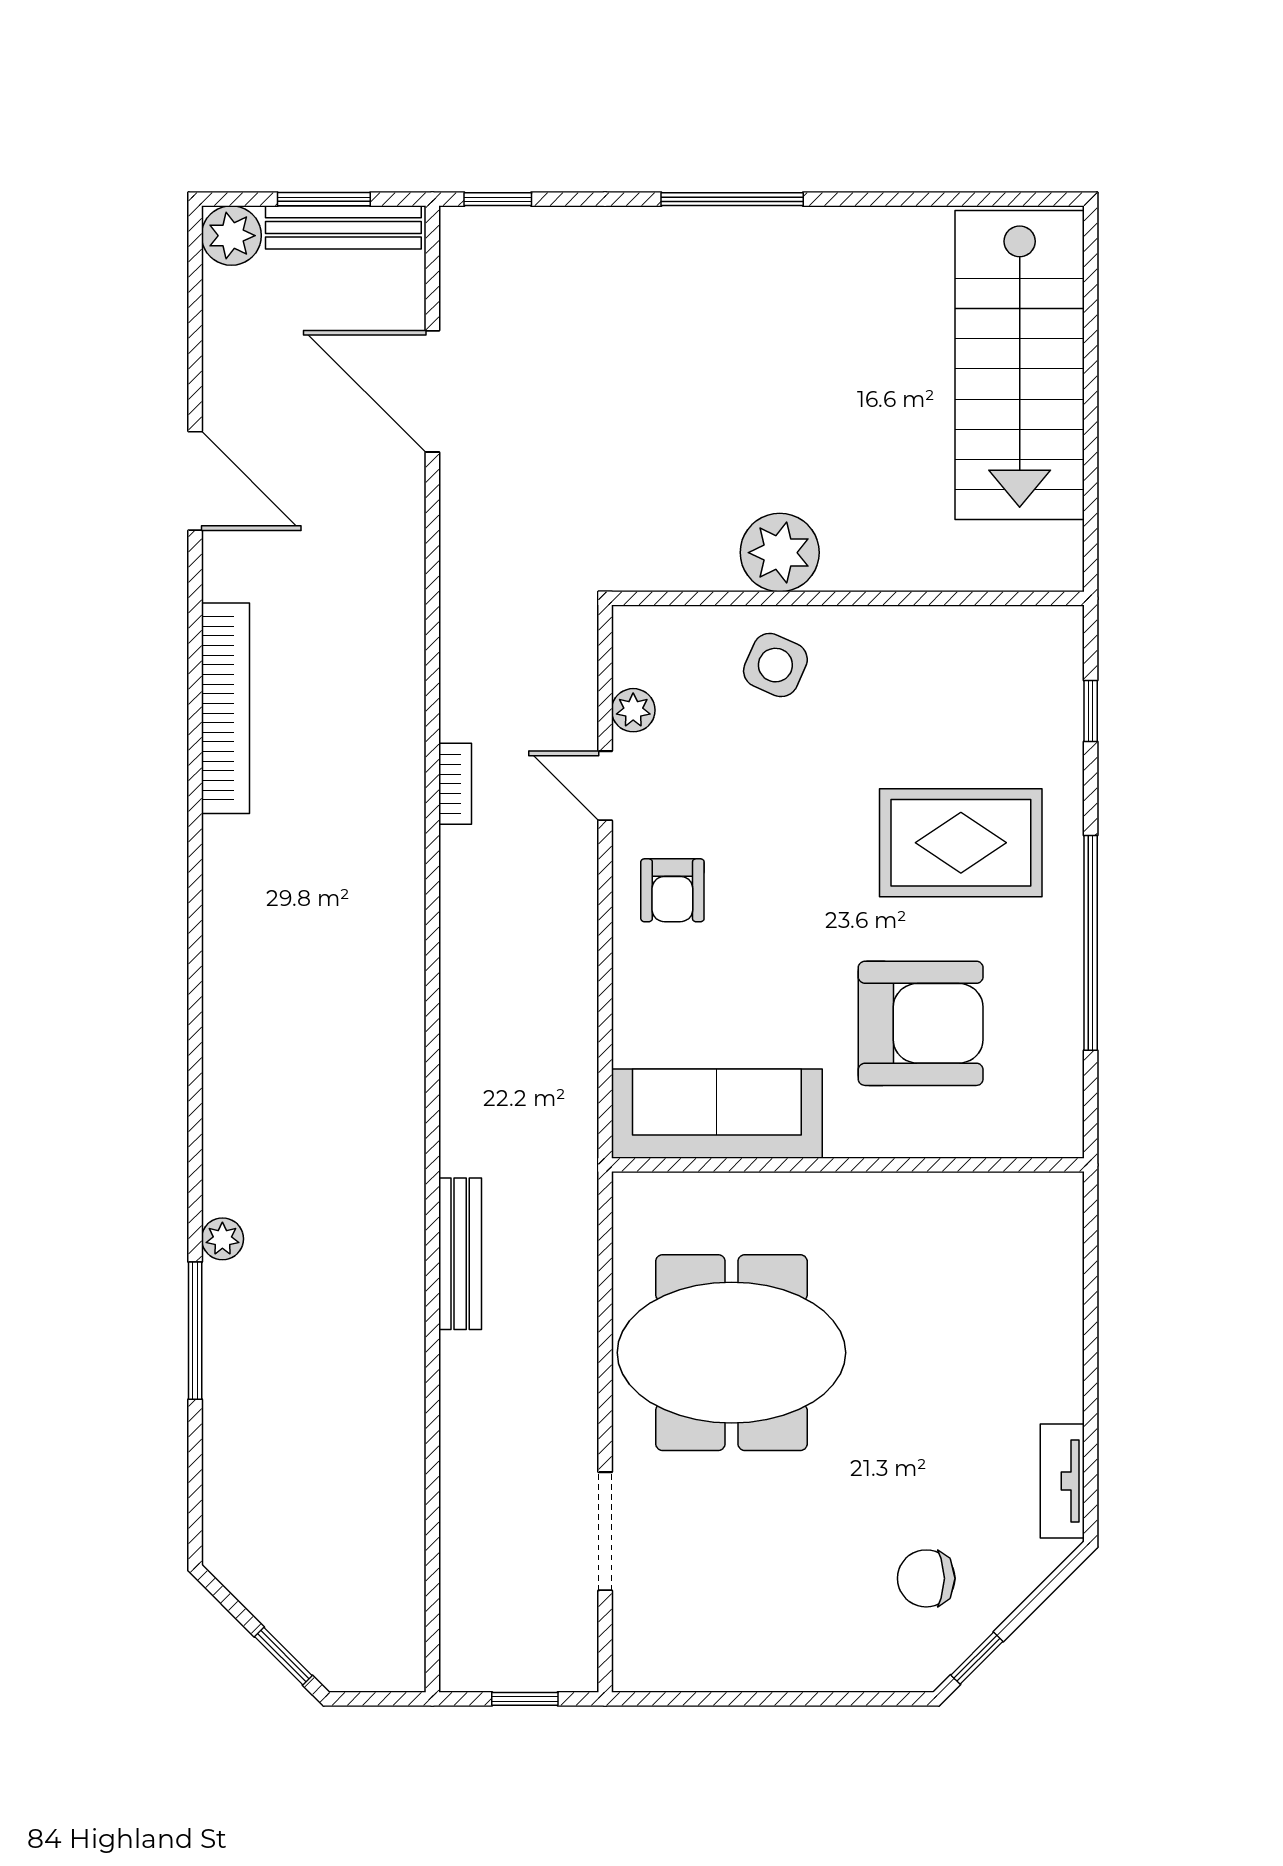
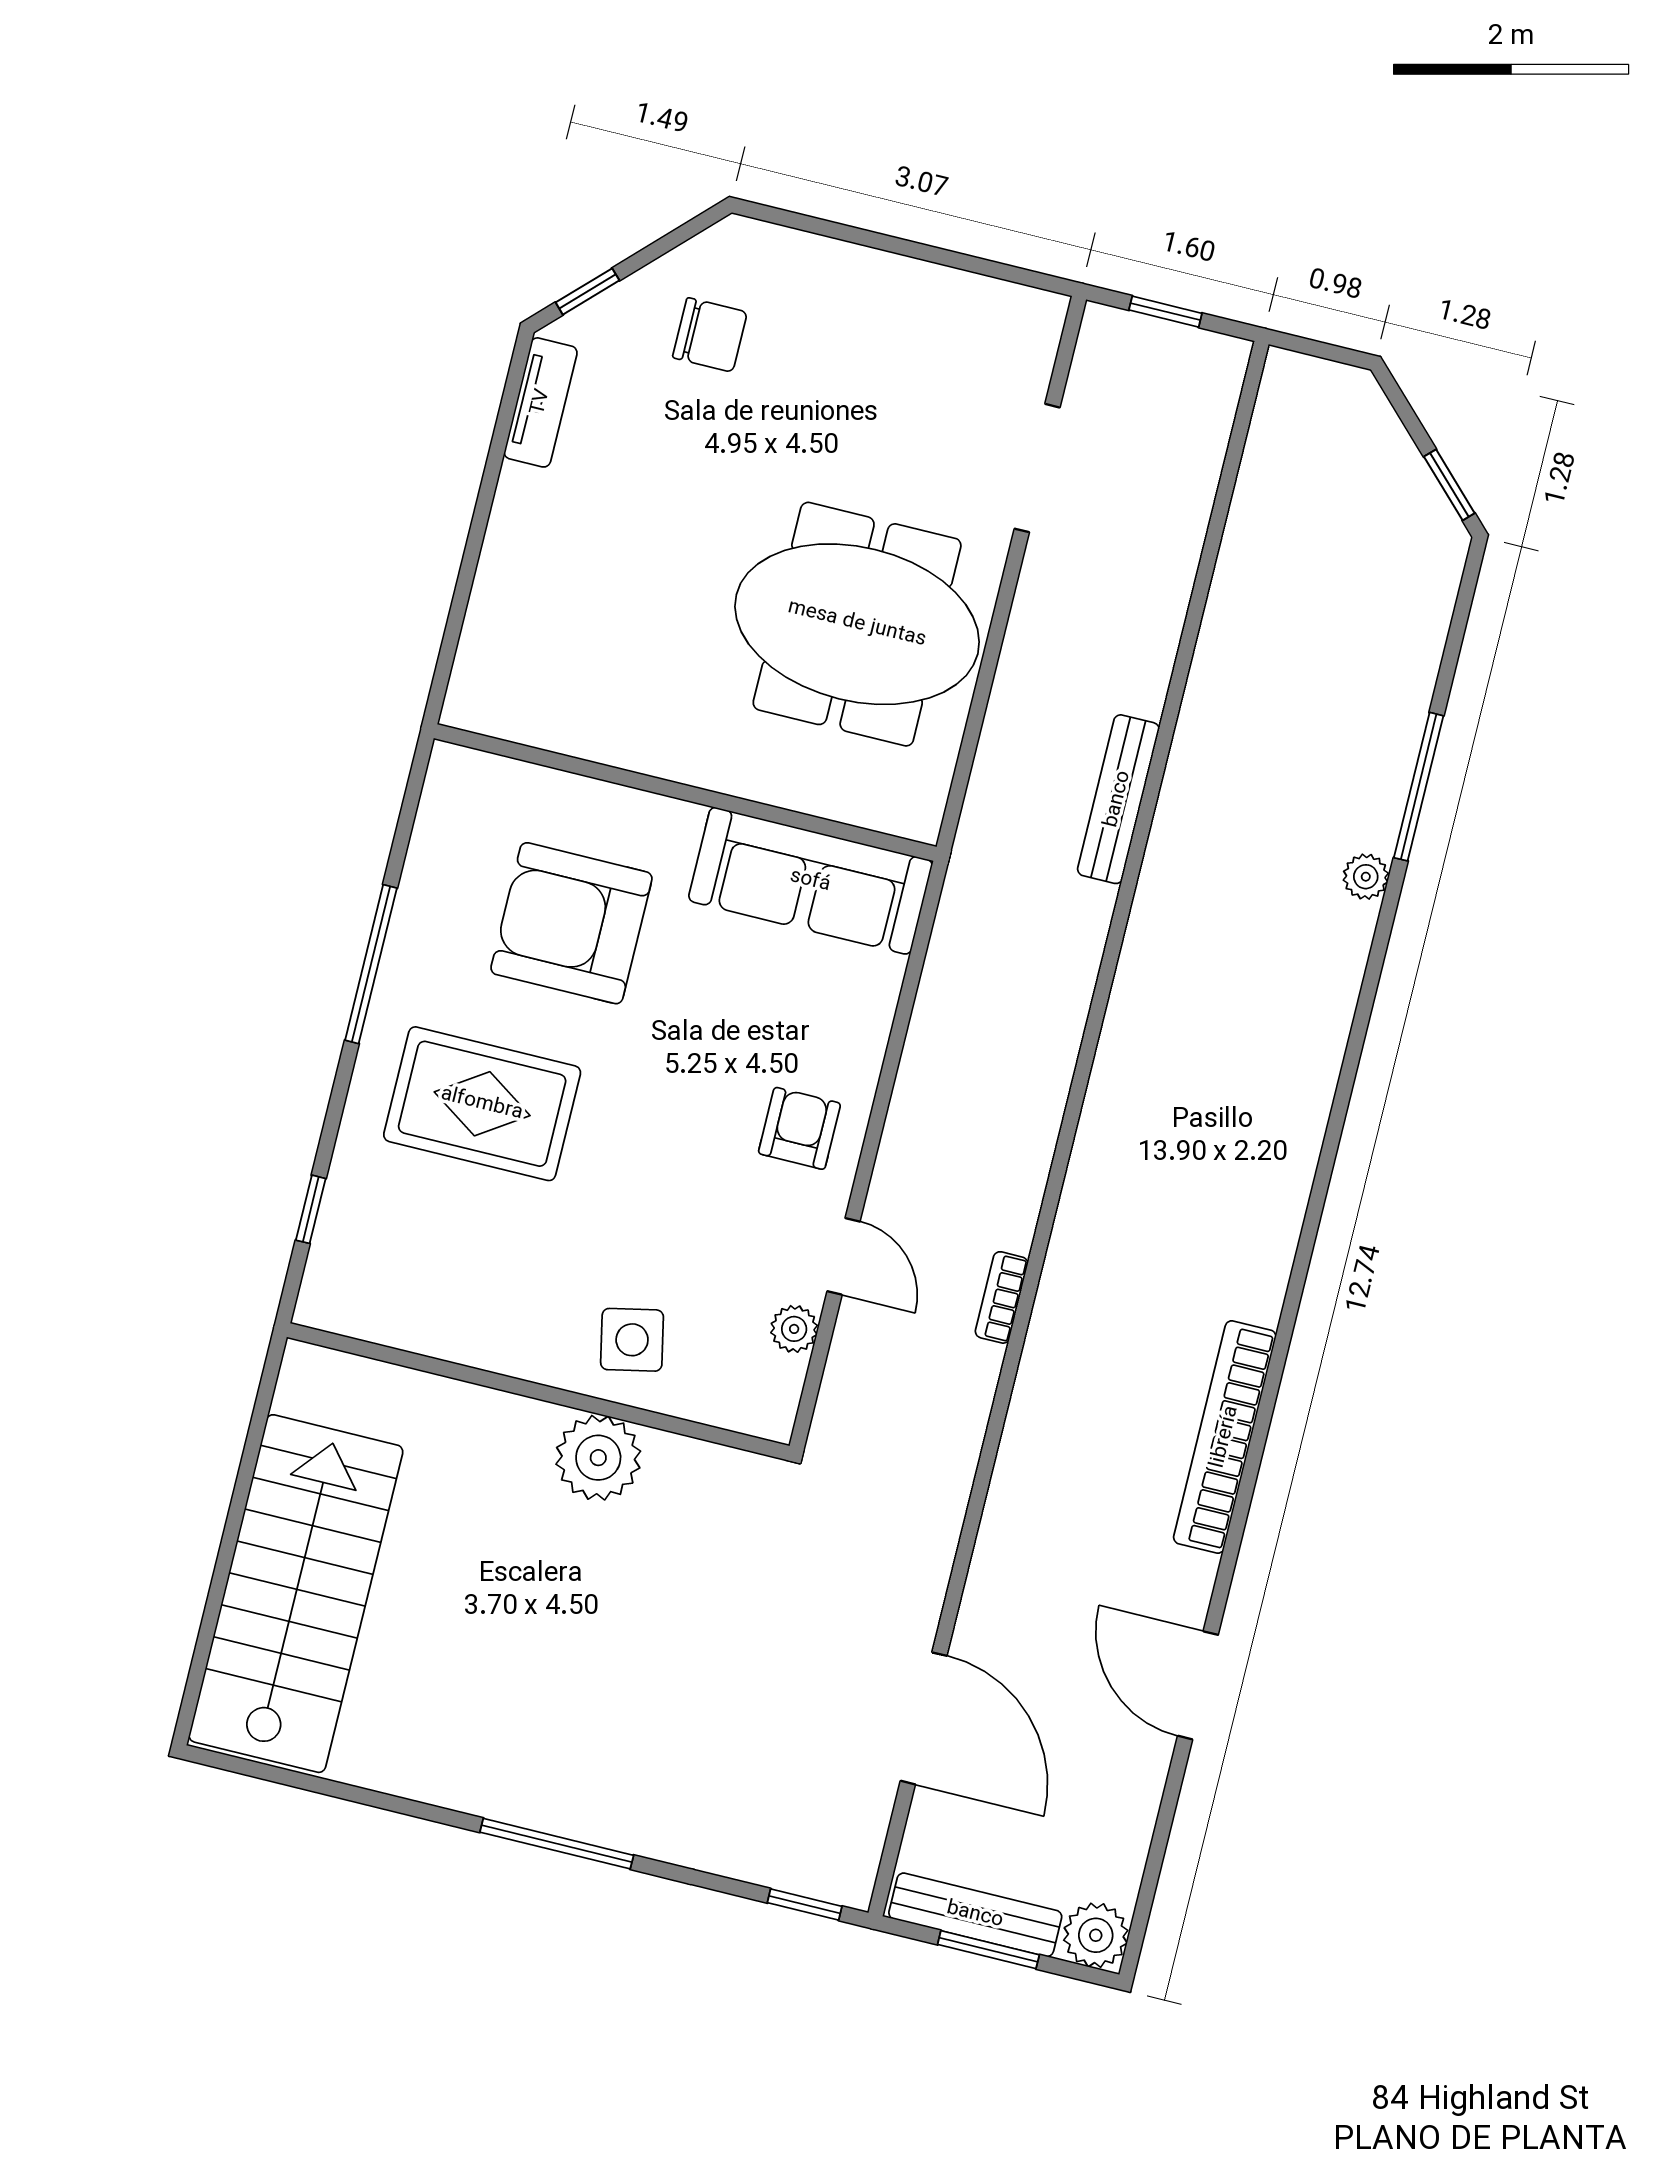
side table: (775, 665) -> (632, 1340), turned -36
window: (1091, 943) -> (371, 964), width x0.68
window: (283, 1656) -> (1449, 485), moved
window: (977, 1658) -> (587, 291), moved

